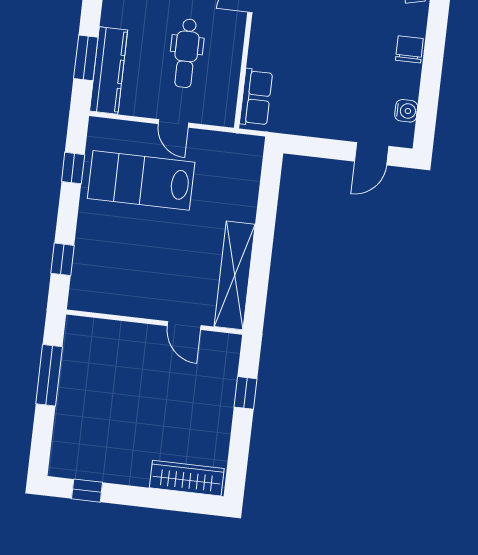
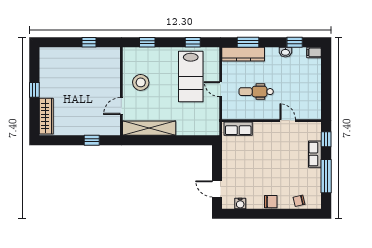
door: (173, 123) -> (221, 89), hinge flipped
lab bench: (141, 180) -> (191, 77), turned 180
stool: (141, 282) -> (141, 82), added
window: (49, 375) -> (89, 42), width x0.46
window: (87, 491) -> (34, 90), moved

